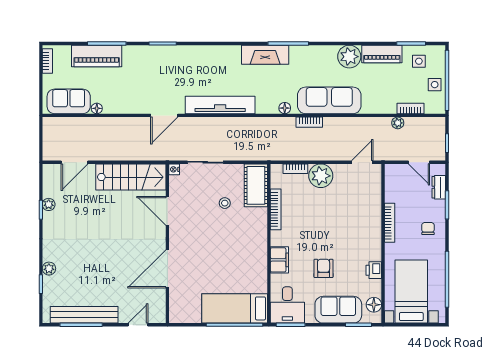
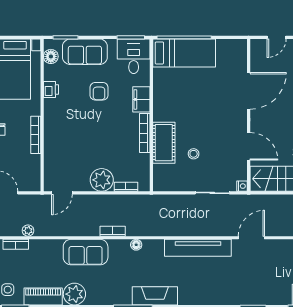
sofa: (329, 100) -> (86, 252), width x0.73
cot: (256, 185) -> (164, 143), moved
bookcase: (276, 209) -> (145, 133), moved

